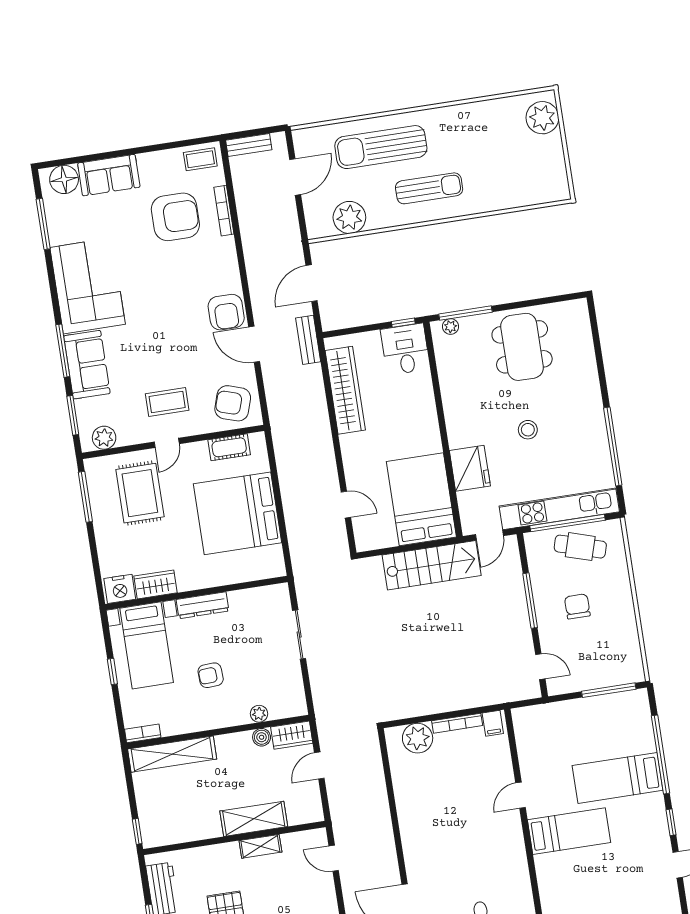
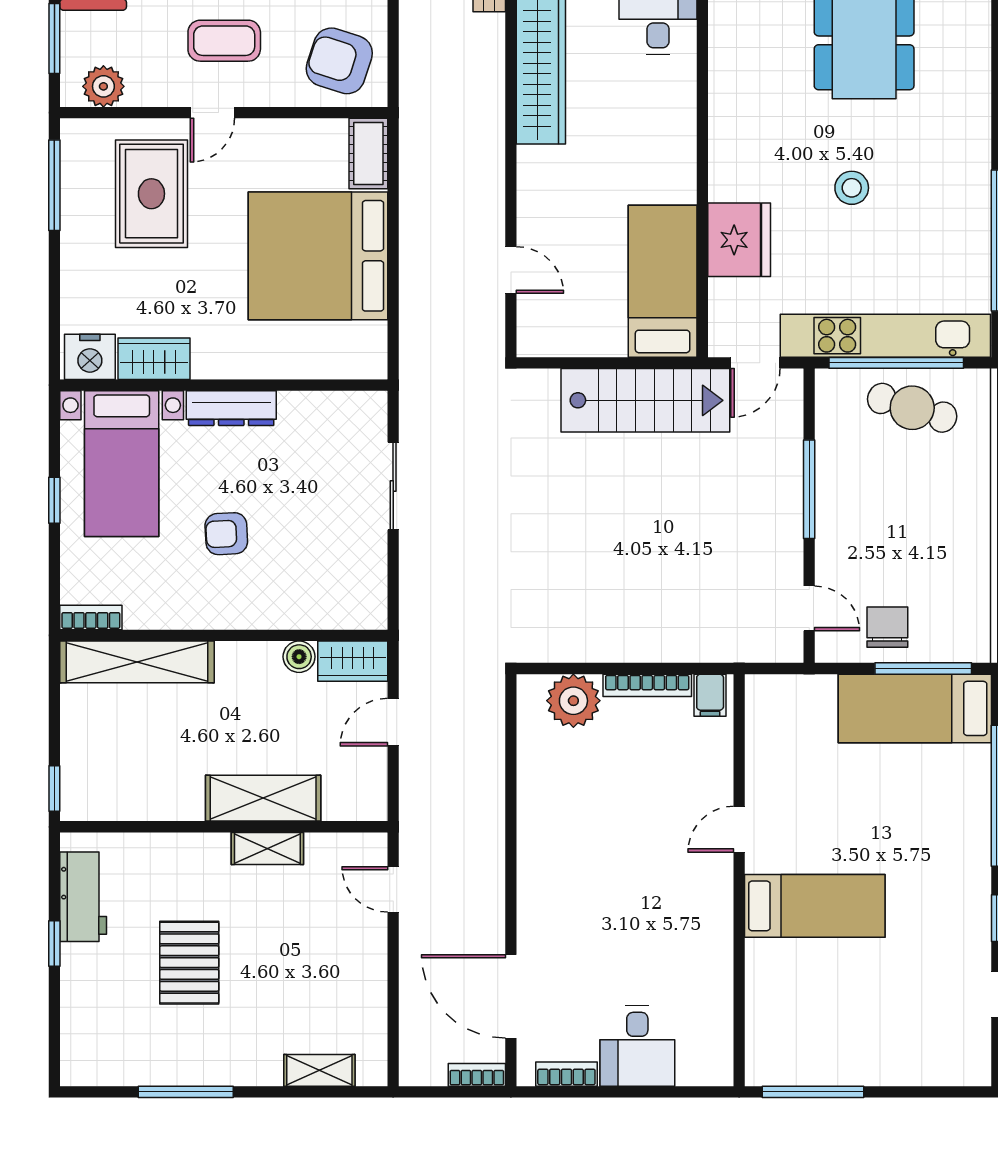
cot: (229, 447) -> (368, 154), moved, turned 90
bed: (421, 499) -> (663, 281), width x0.67
chair: (577, 606) -> (887, 627), moved
plant: (259, 714) -> (301, 615), removed
bed: (618, 778) -> (915, 708), moved

